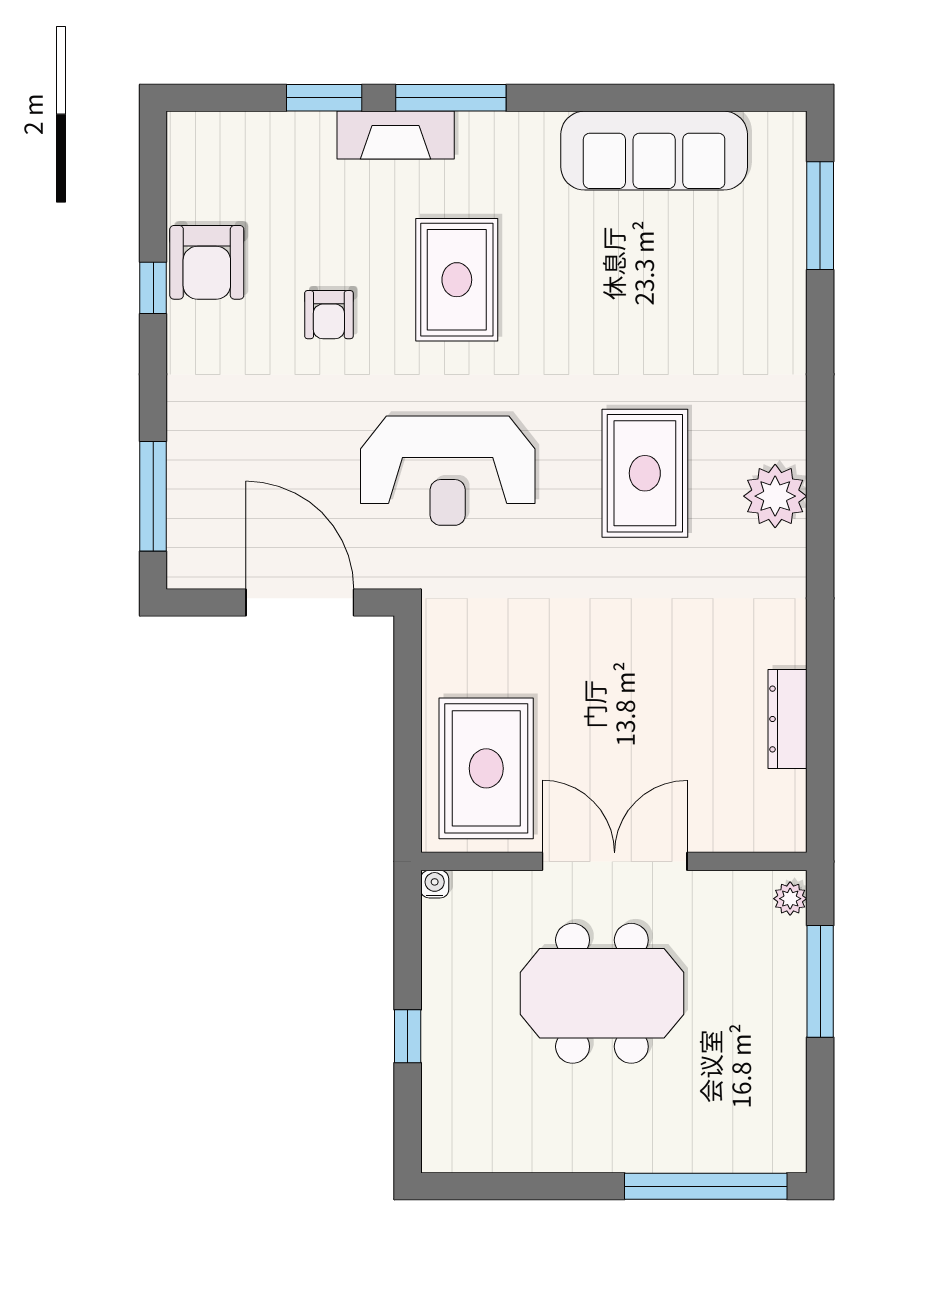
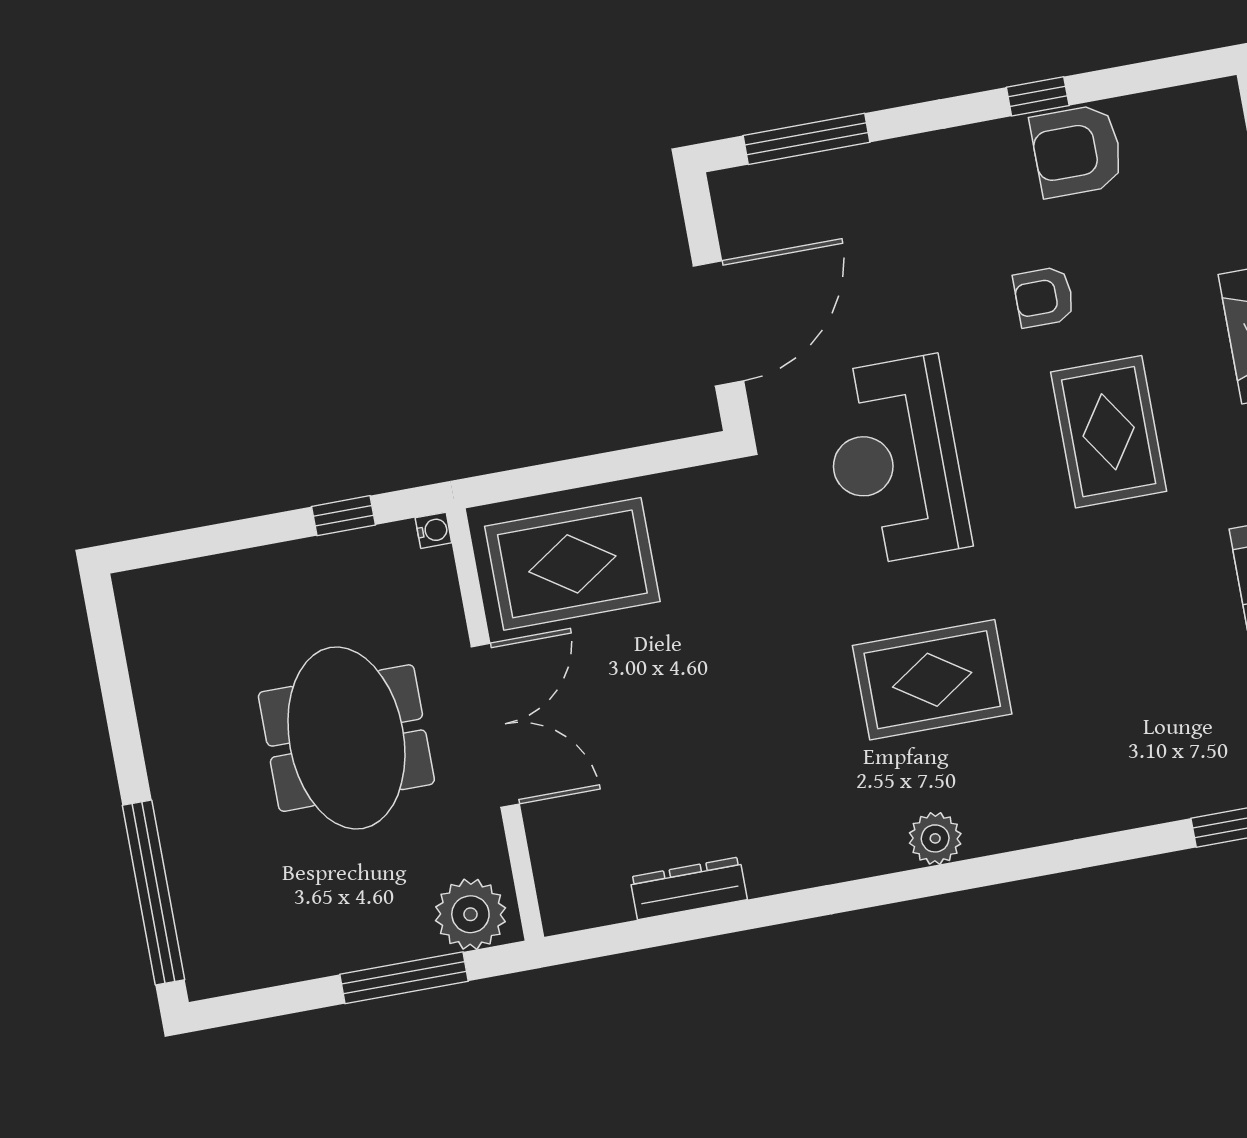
rug: (457, 280) -> (1109, 432), turned 90
plant: (775, 496) -> (935, 838), width x0.73, depth x0.73
plant: (790, 899) -> (470, 914), width x1.88, depth x1.88
window: (408, 1036) -> (344, 516), moved

